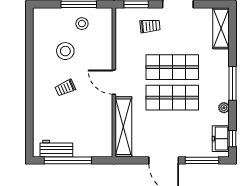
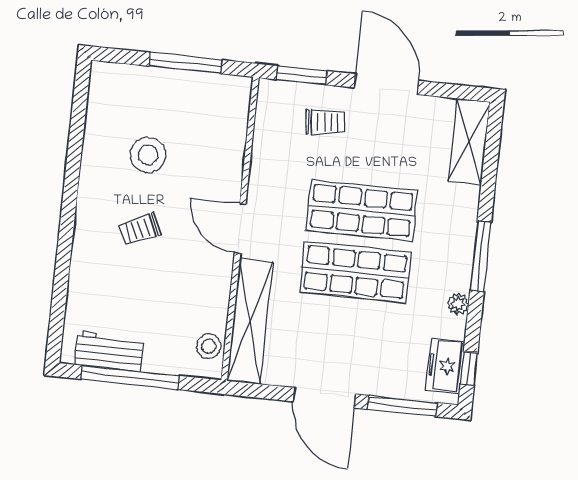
stool: (82, 24) -> (209, 346), moved

